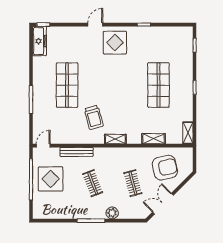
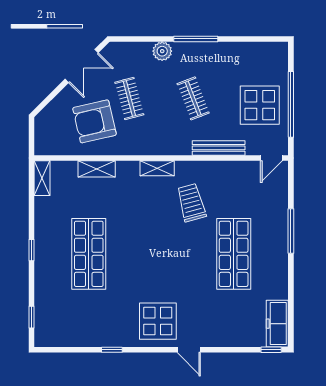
door: (95, 25) -> (189, 350), hinge flipped
armchair: (165, 168) -> (95, 121), moved

